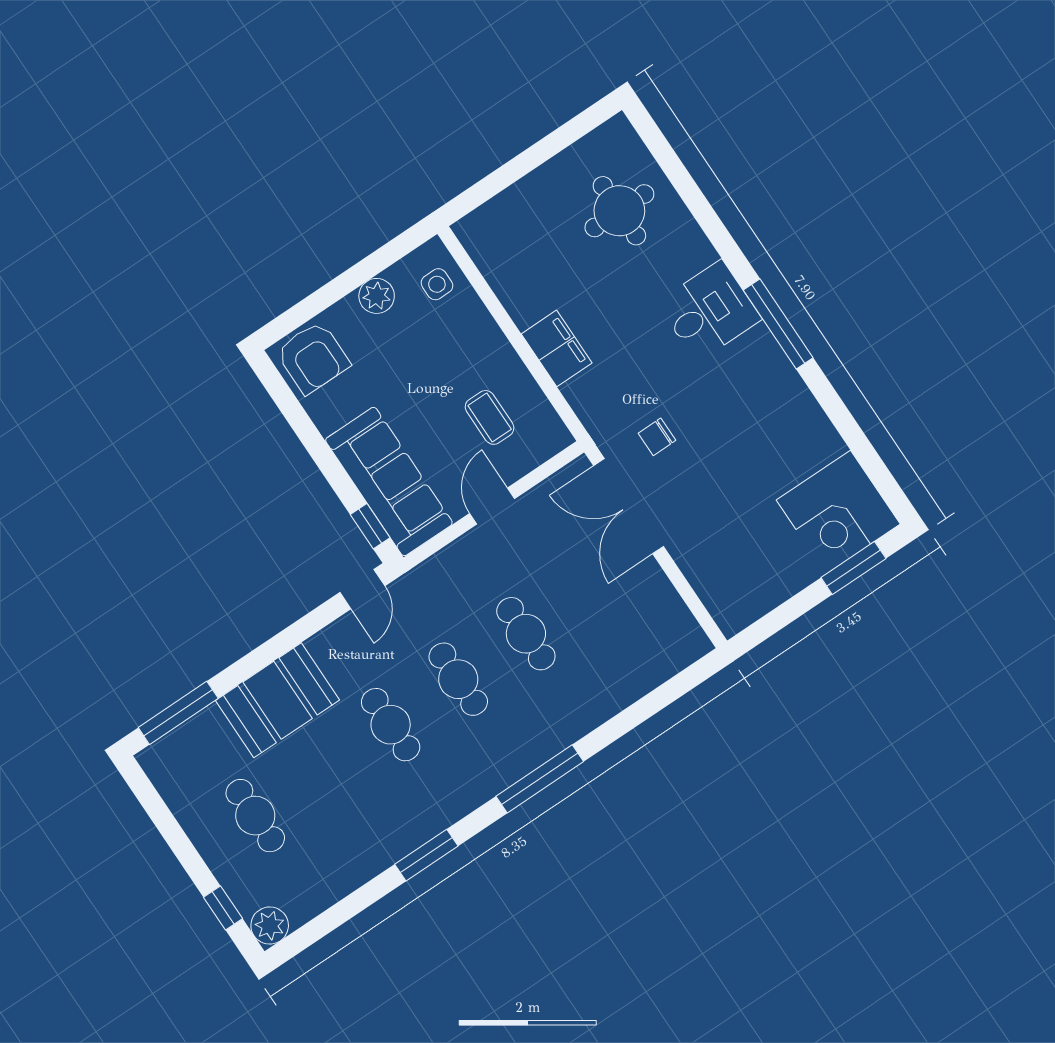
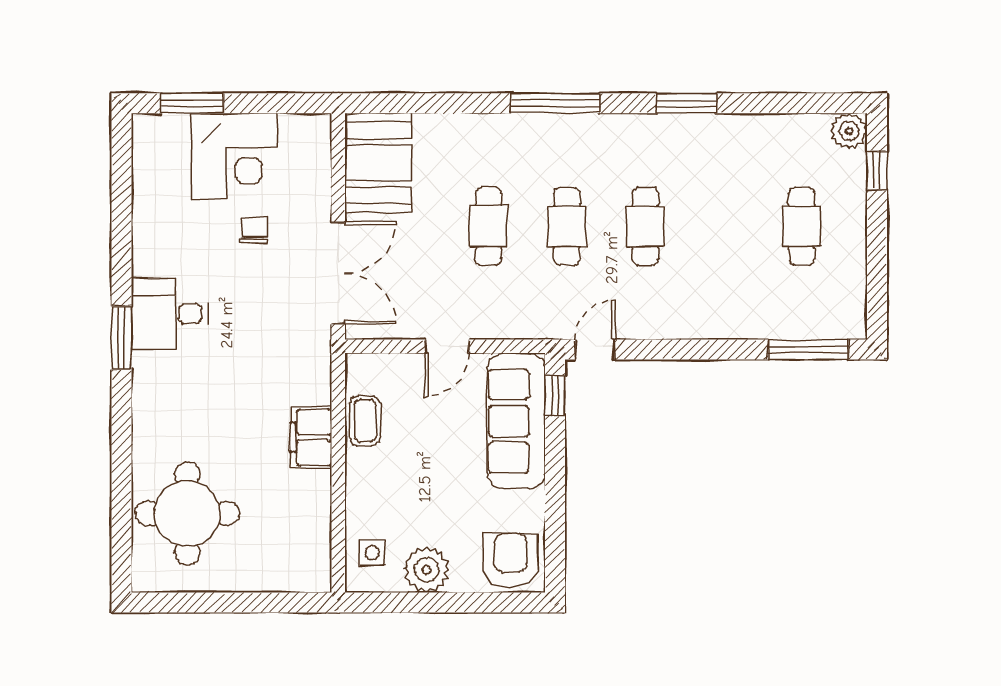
round table: (619, 211) -> (187, 513), width x1.36, depth x1.36
plant: (377, 296) -> (427, 569), width x1.36, depth x1.36
desk: (709, 311) -> (169, 314), moved
window: (778, 324) -> (121, 338), width x0.69
coffee table: (490, 417) -> (365, 421), moved
chair: (657, 437) -> (254, 230), moved, turned -90
corner desk: (838, 512) -> (234, 156), moved, turned 90
booth: (278, 700) -> (378, 163), moved, turned 90

